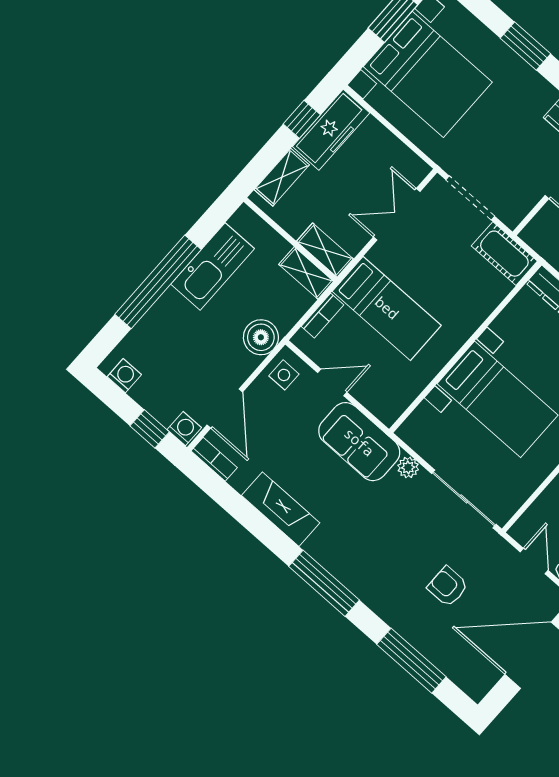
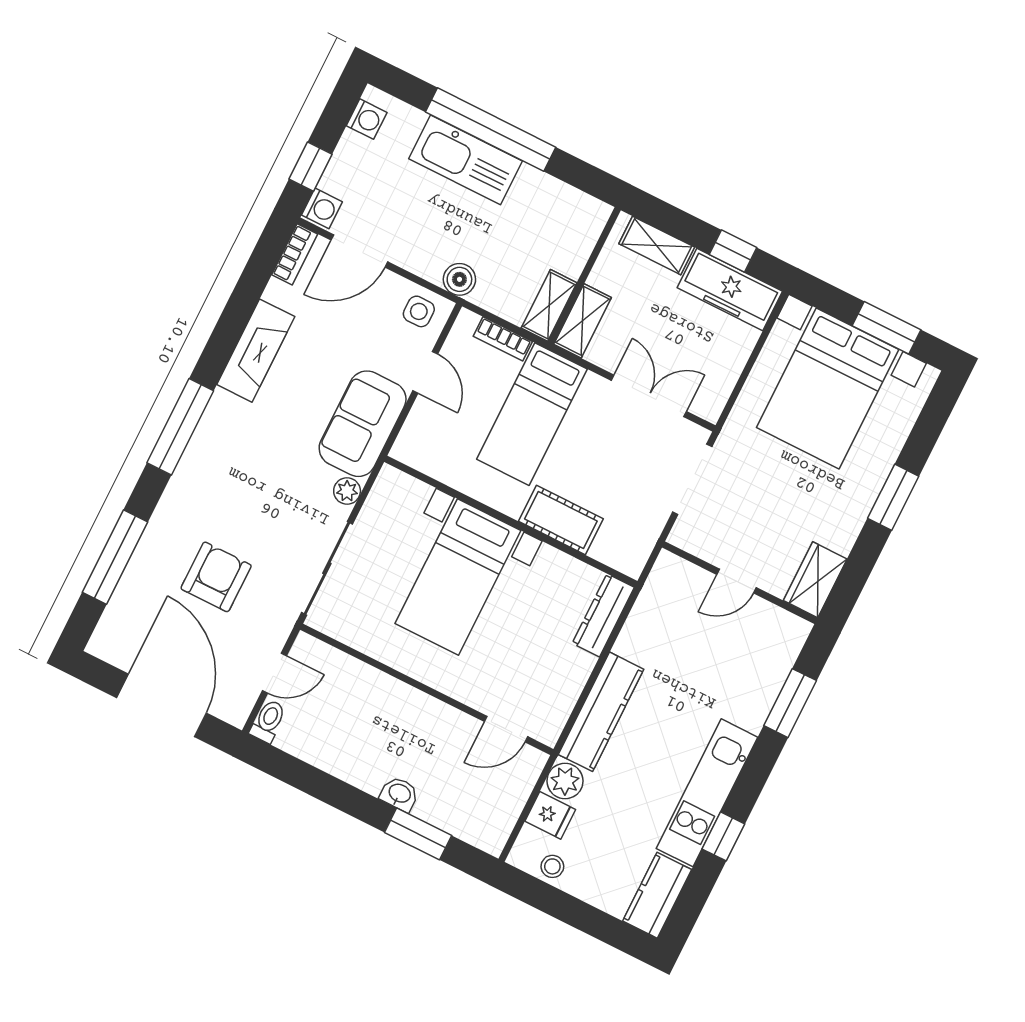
cot: (504, 254) -> (561, 520), moved, turned 90
kitchen sink: (213, 266) -> (465, 160), moved
boiler: (261, 337) -> (459, 279), width x0.73, depth x0.73
armchair: (448, 587) -> (216, 577), width x1.38, depth x1.38

